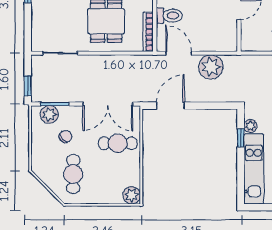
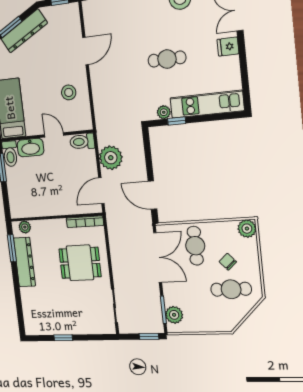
toilet: (169, 16) -> (82, 142), moved, turned -90
chair: (65, 137) -> (228, 262), moved

